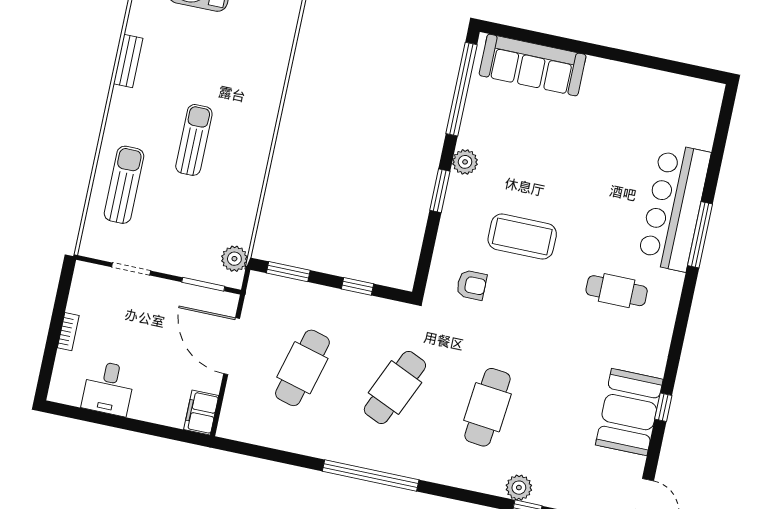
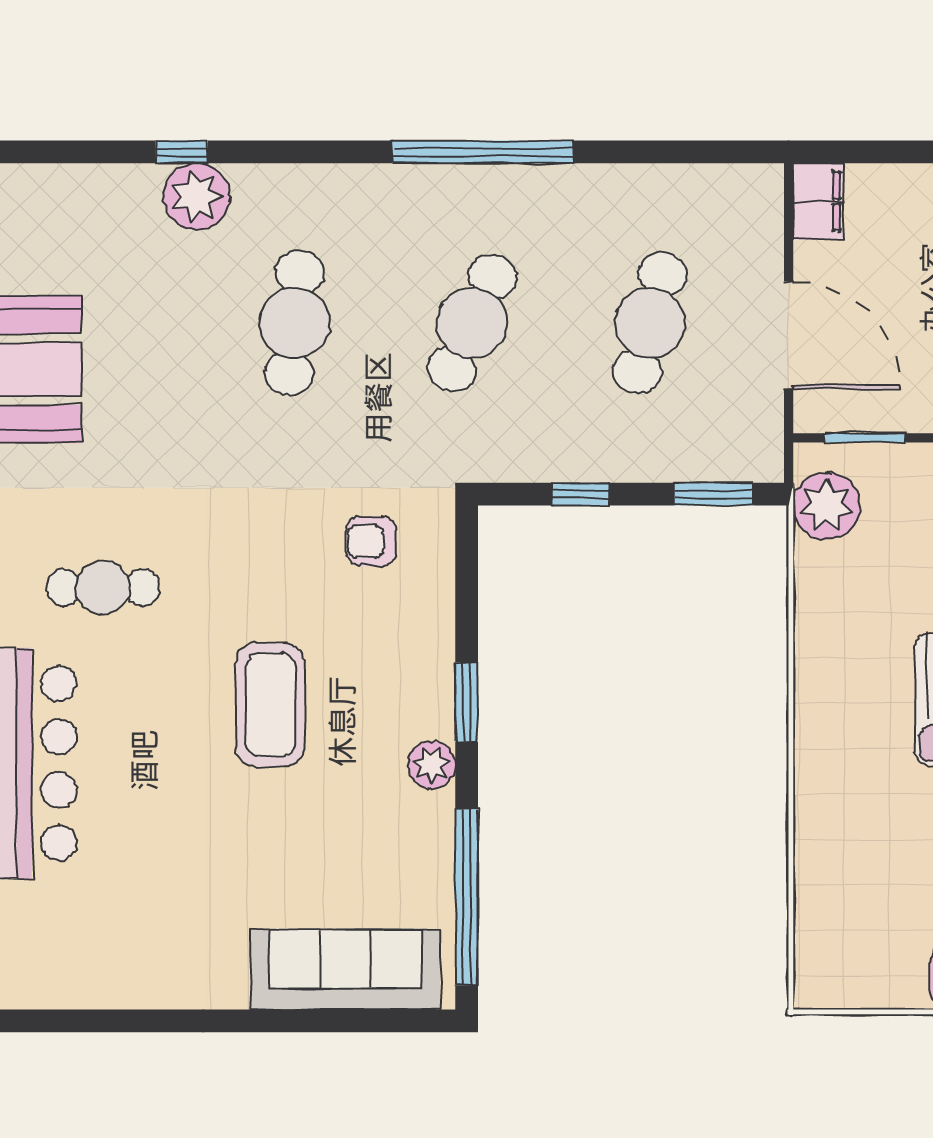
coffee table: (522, 237) -> (270, 705), moved, turned 90
plant: (234, 259) -> (826, 506), width x1.36, depth x1.36
plant: (519, 488) -> (197, 196), width x1.36, depth x1.36

